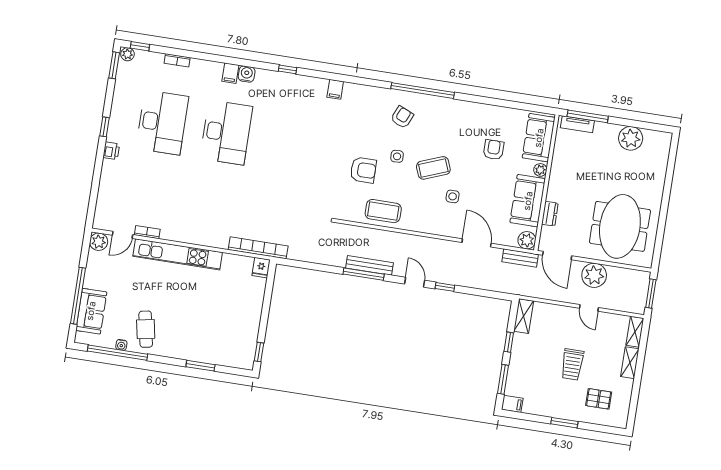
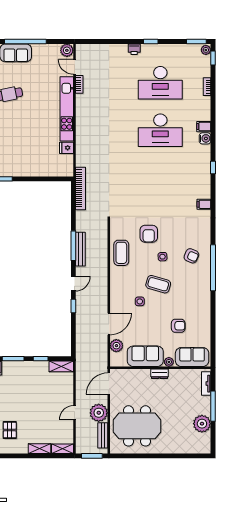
window: (588, 116) -> (213, 406), moved
coffee table: (433, 168) -> (158, 284), turned -53
dresser: (550, 214) -> (159, 374), moved
plant: (527, 240) -> (116, 346), moved
bookcase: (258, 248) -> (81, 188), moved
bench: (520, 258) -> (103, 435), moved
fridge: (261, 268) -> (67, 148), moved
trolley: (572, 364) -> (32, 407), removed

